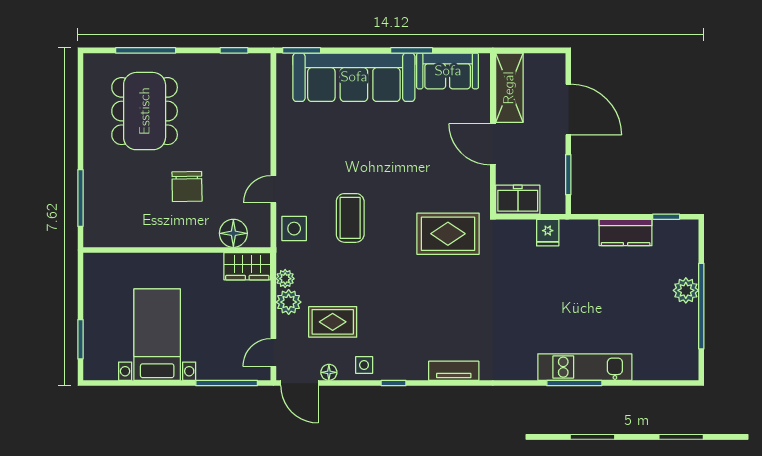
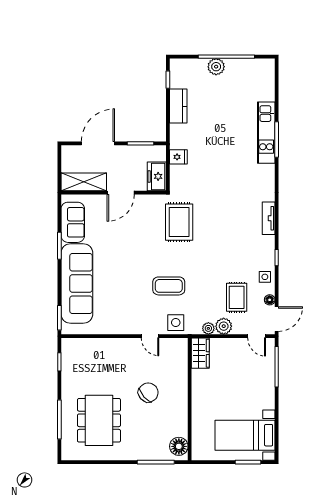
dining table: (145, 111) -> (99, 420), turned 90
chair: (187, 186) -> (148, 393), turned -40
floor lamp: (233, 233) -> (179, 446), moved
bed with nightstands: (157, 335) -> (245, 435), moved

